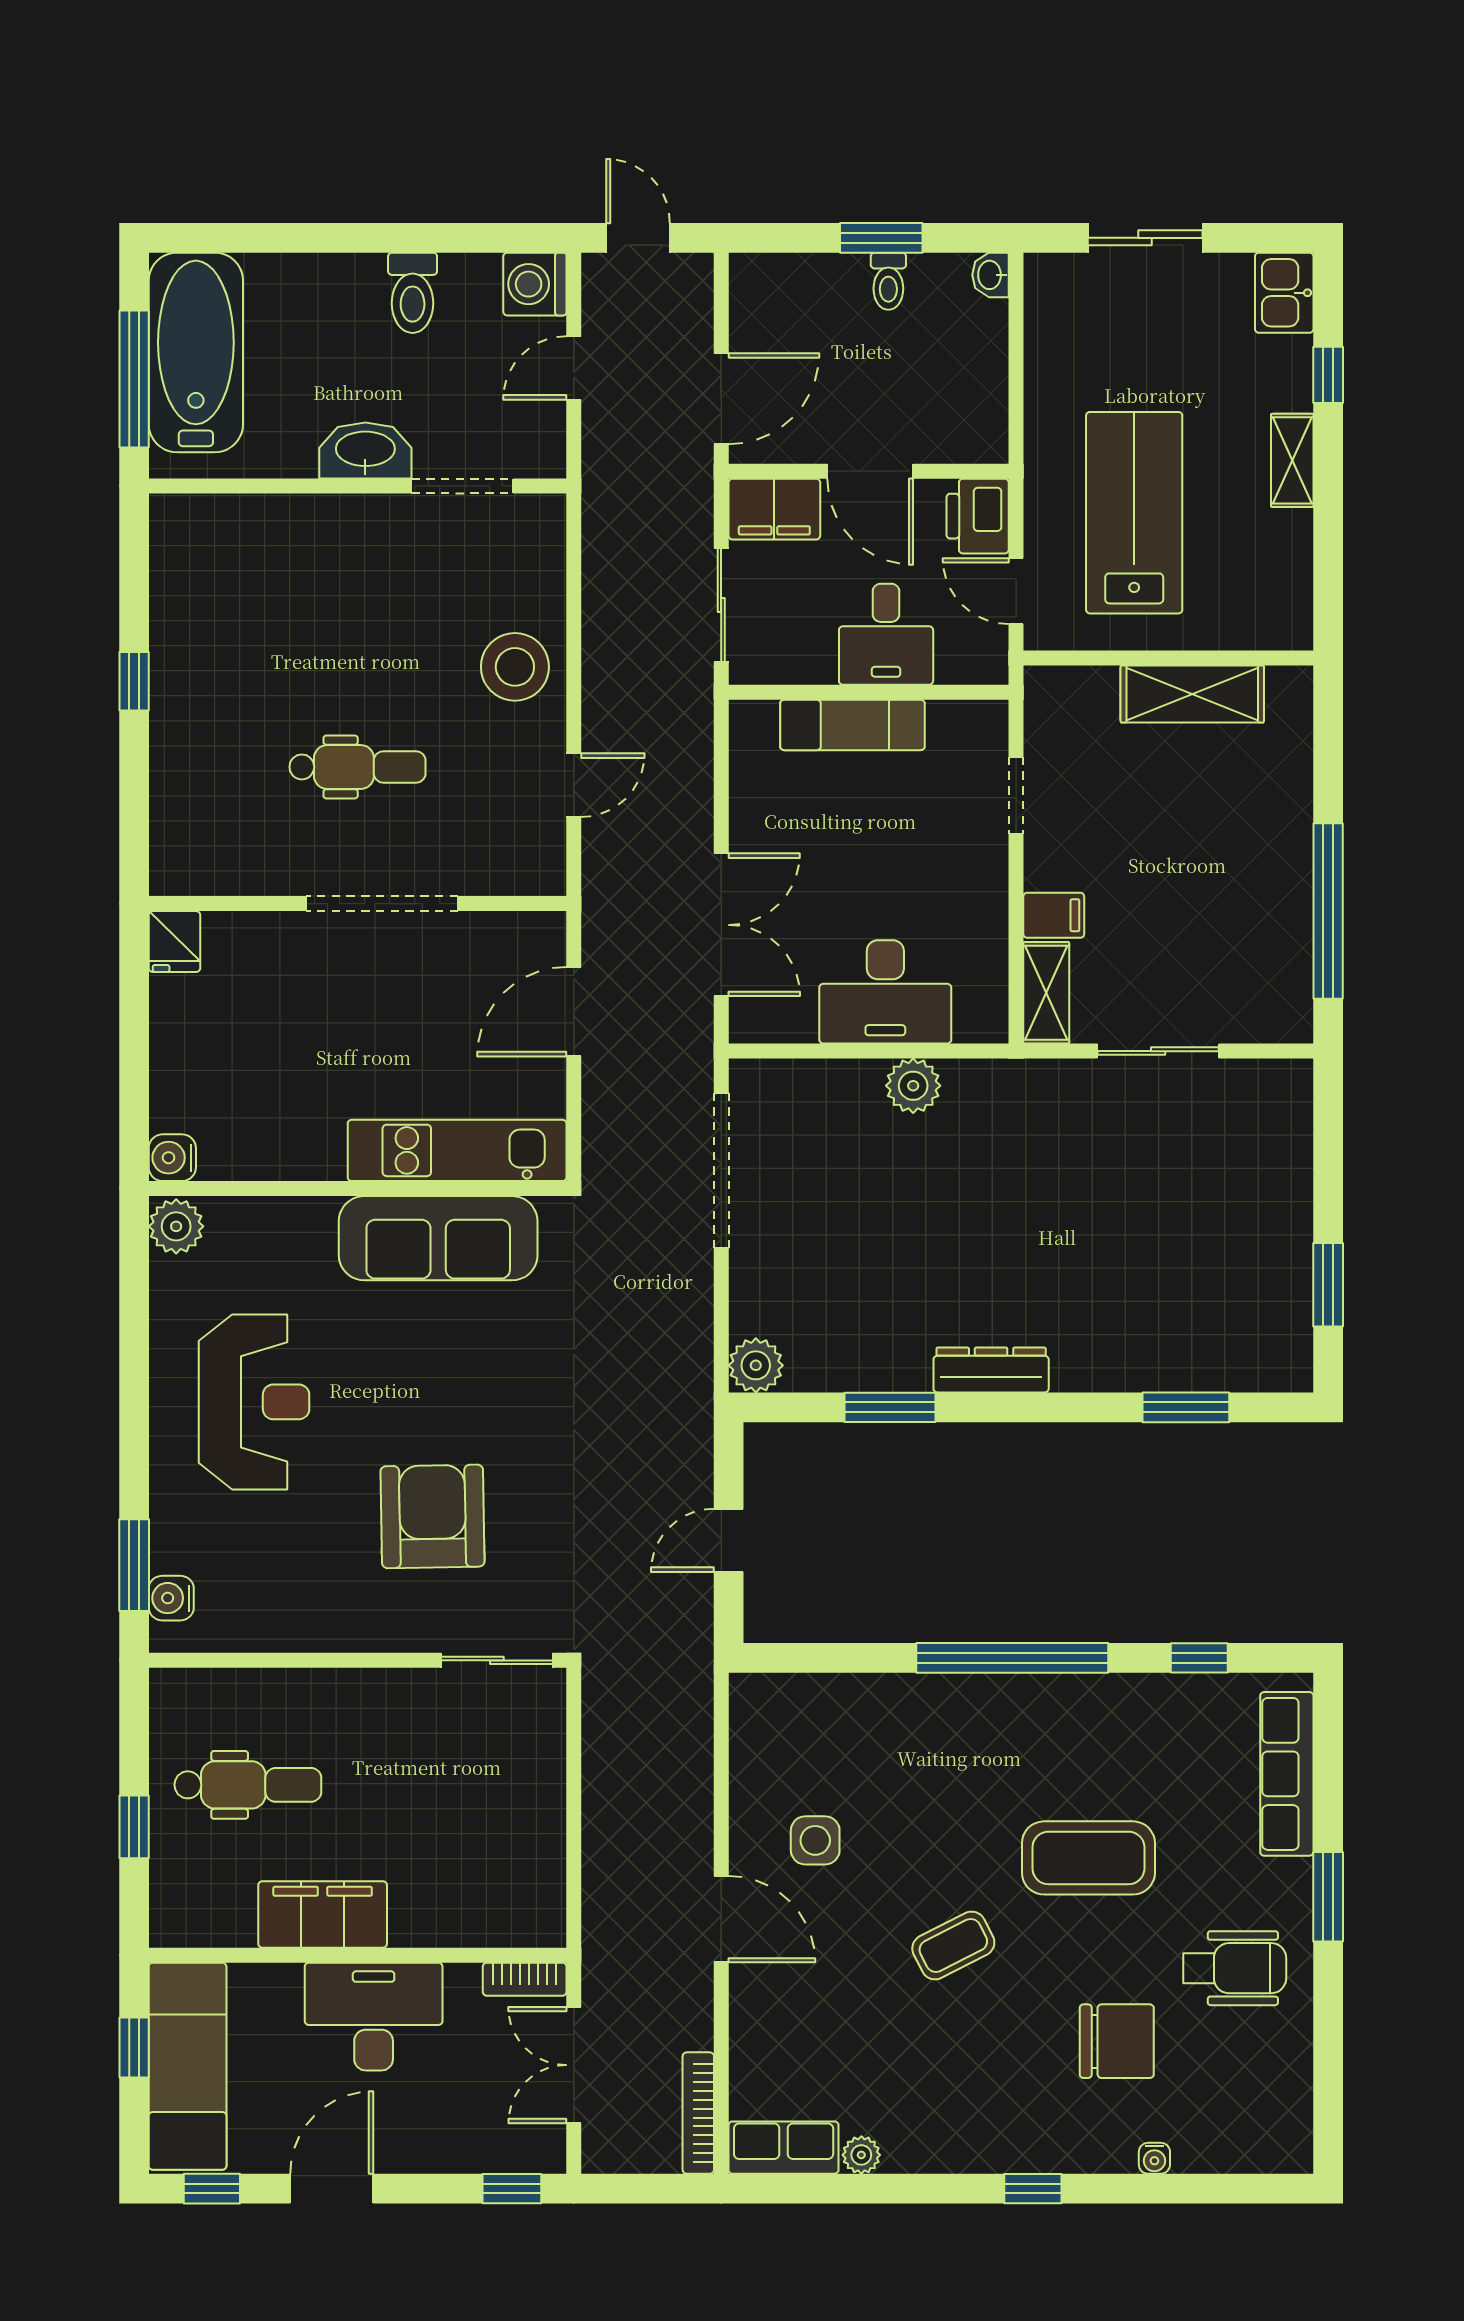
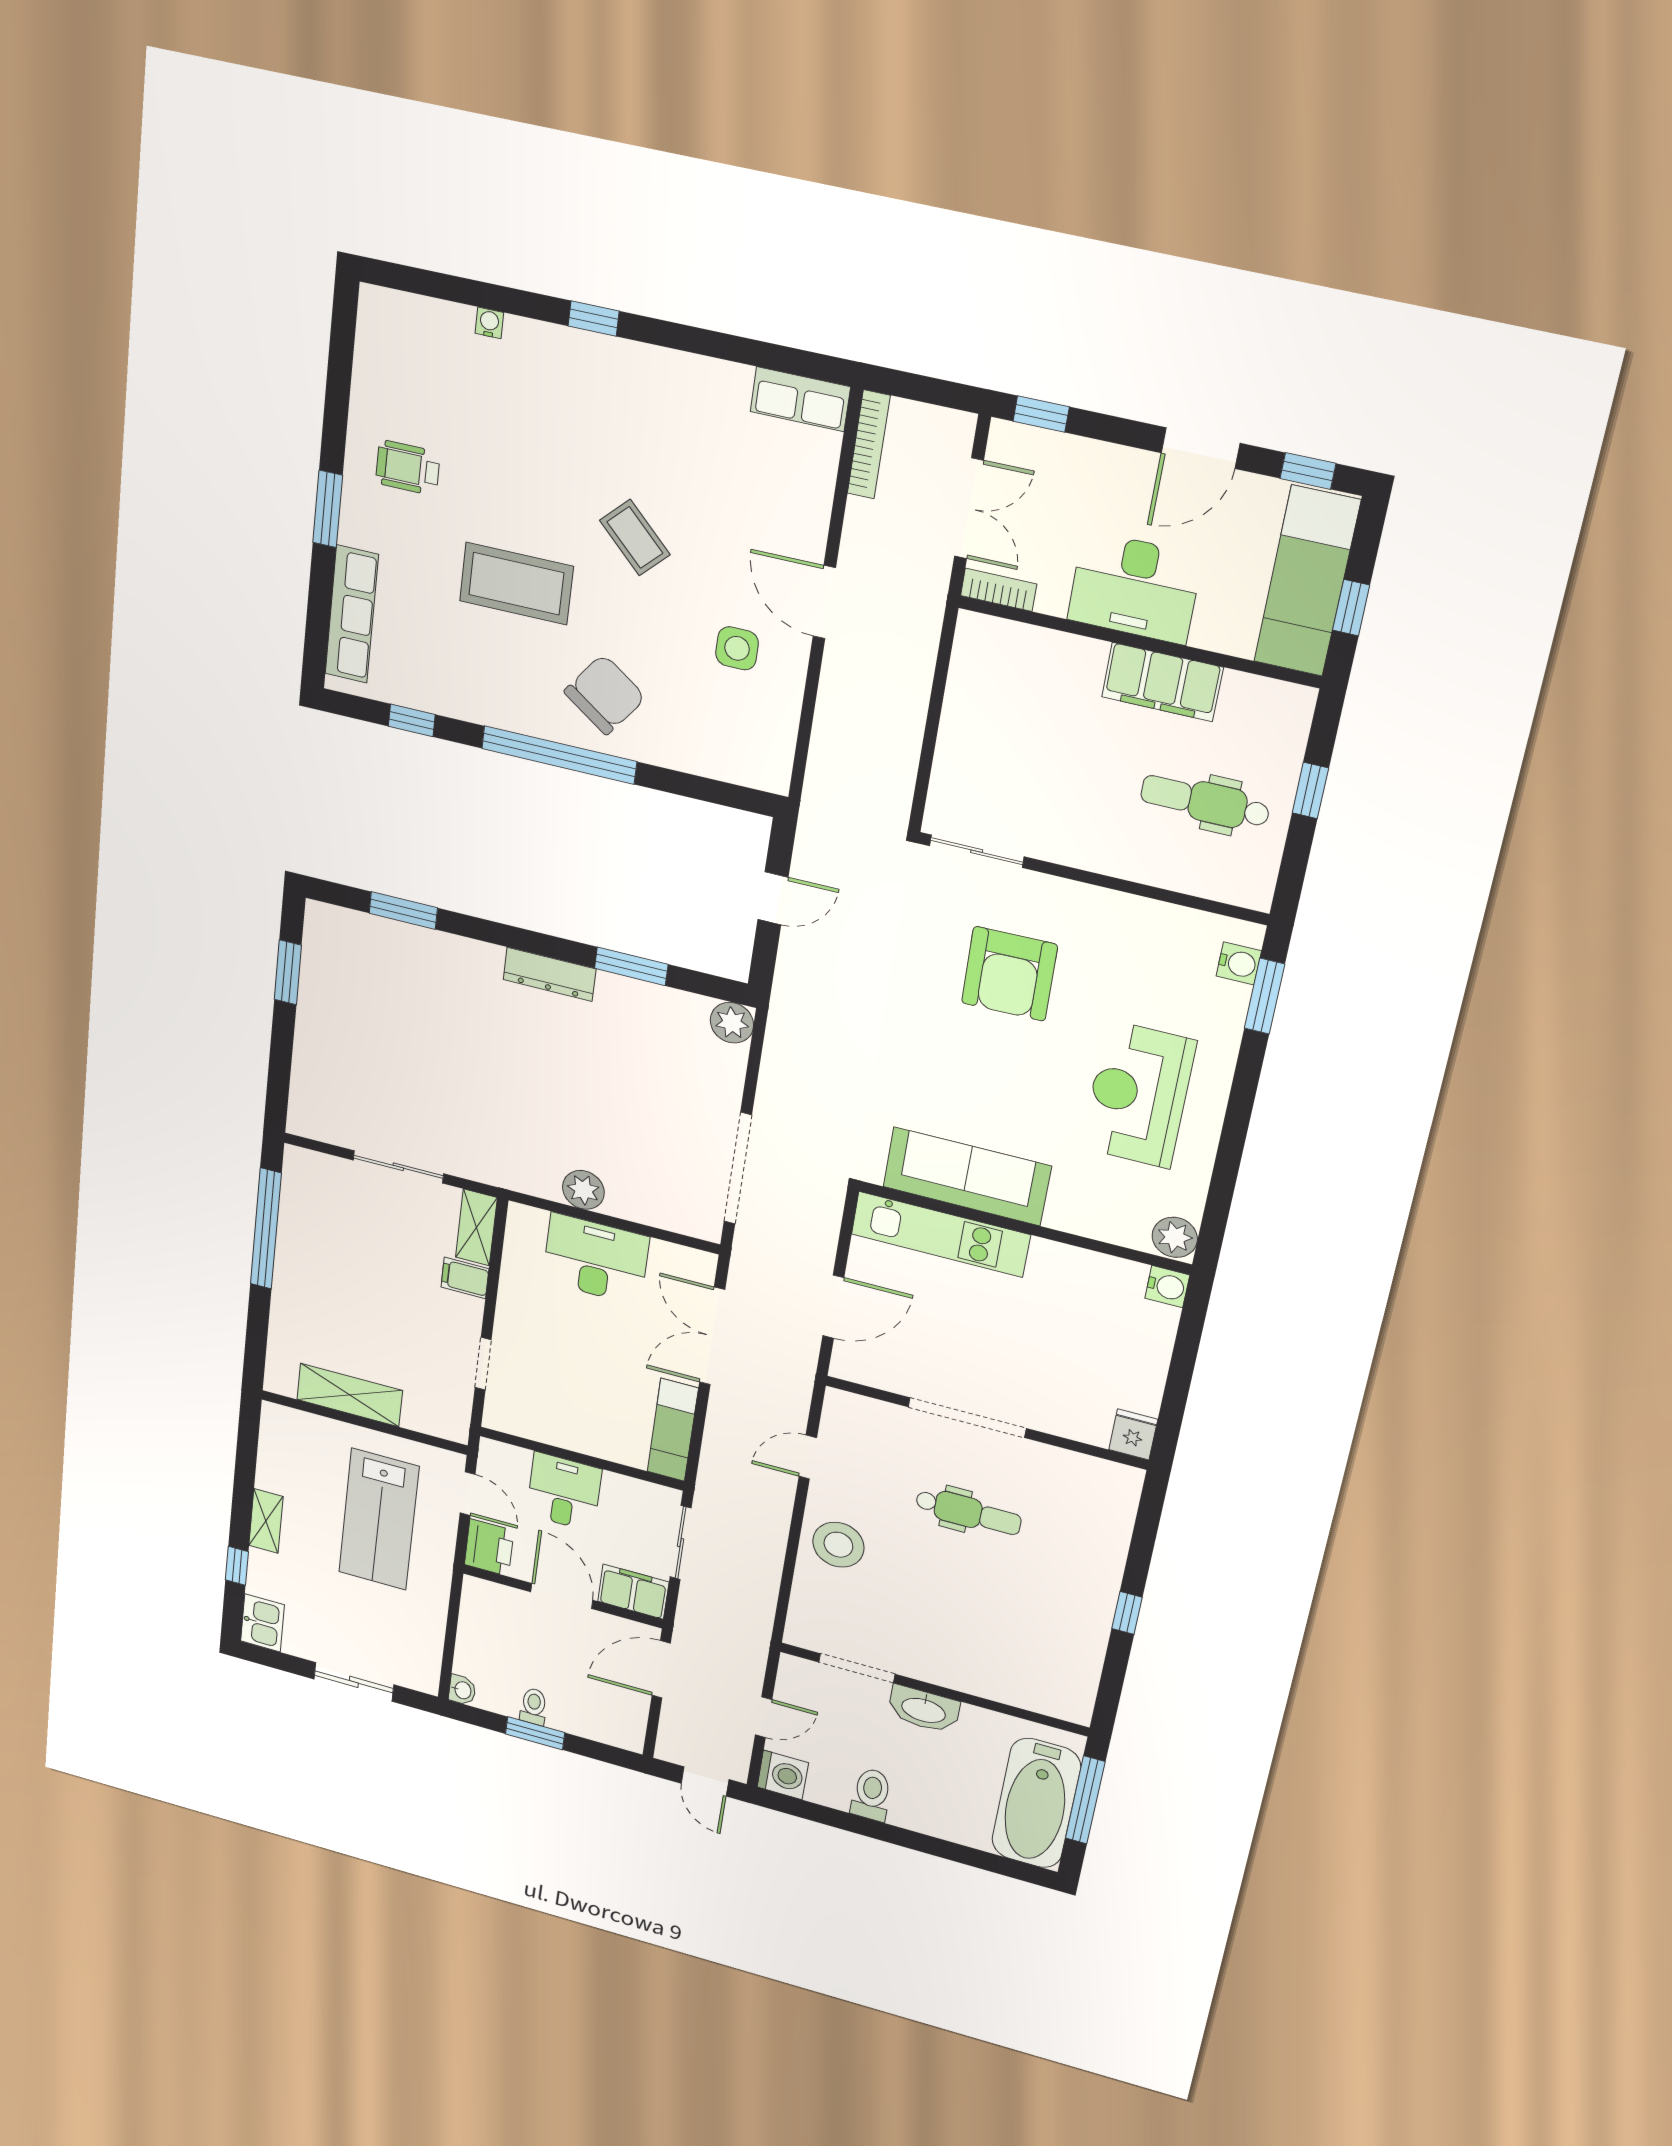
exam couch: (852, 725) -> (673, 1430), moved, turned -90
dental chair: (358, 767) -> (968, 1512), turned 180
coffee table: (953, 1945) -> (635, 537), turned 72
wheelchair: (1235, 1968) -> (408, 468), width x0.73, depth x0.73
chair: (1117, 2041) -> (605, 695), moved, turned 126
plant: (861, 2155) -> (735, 379), removed

